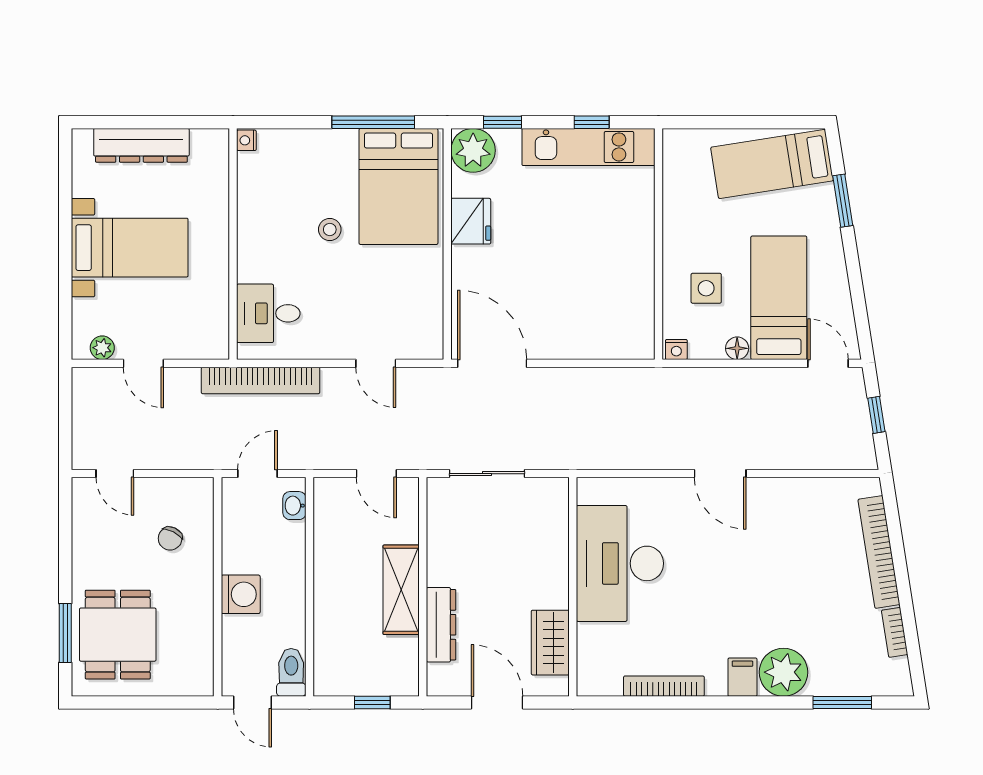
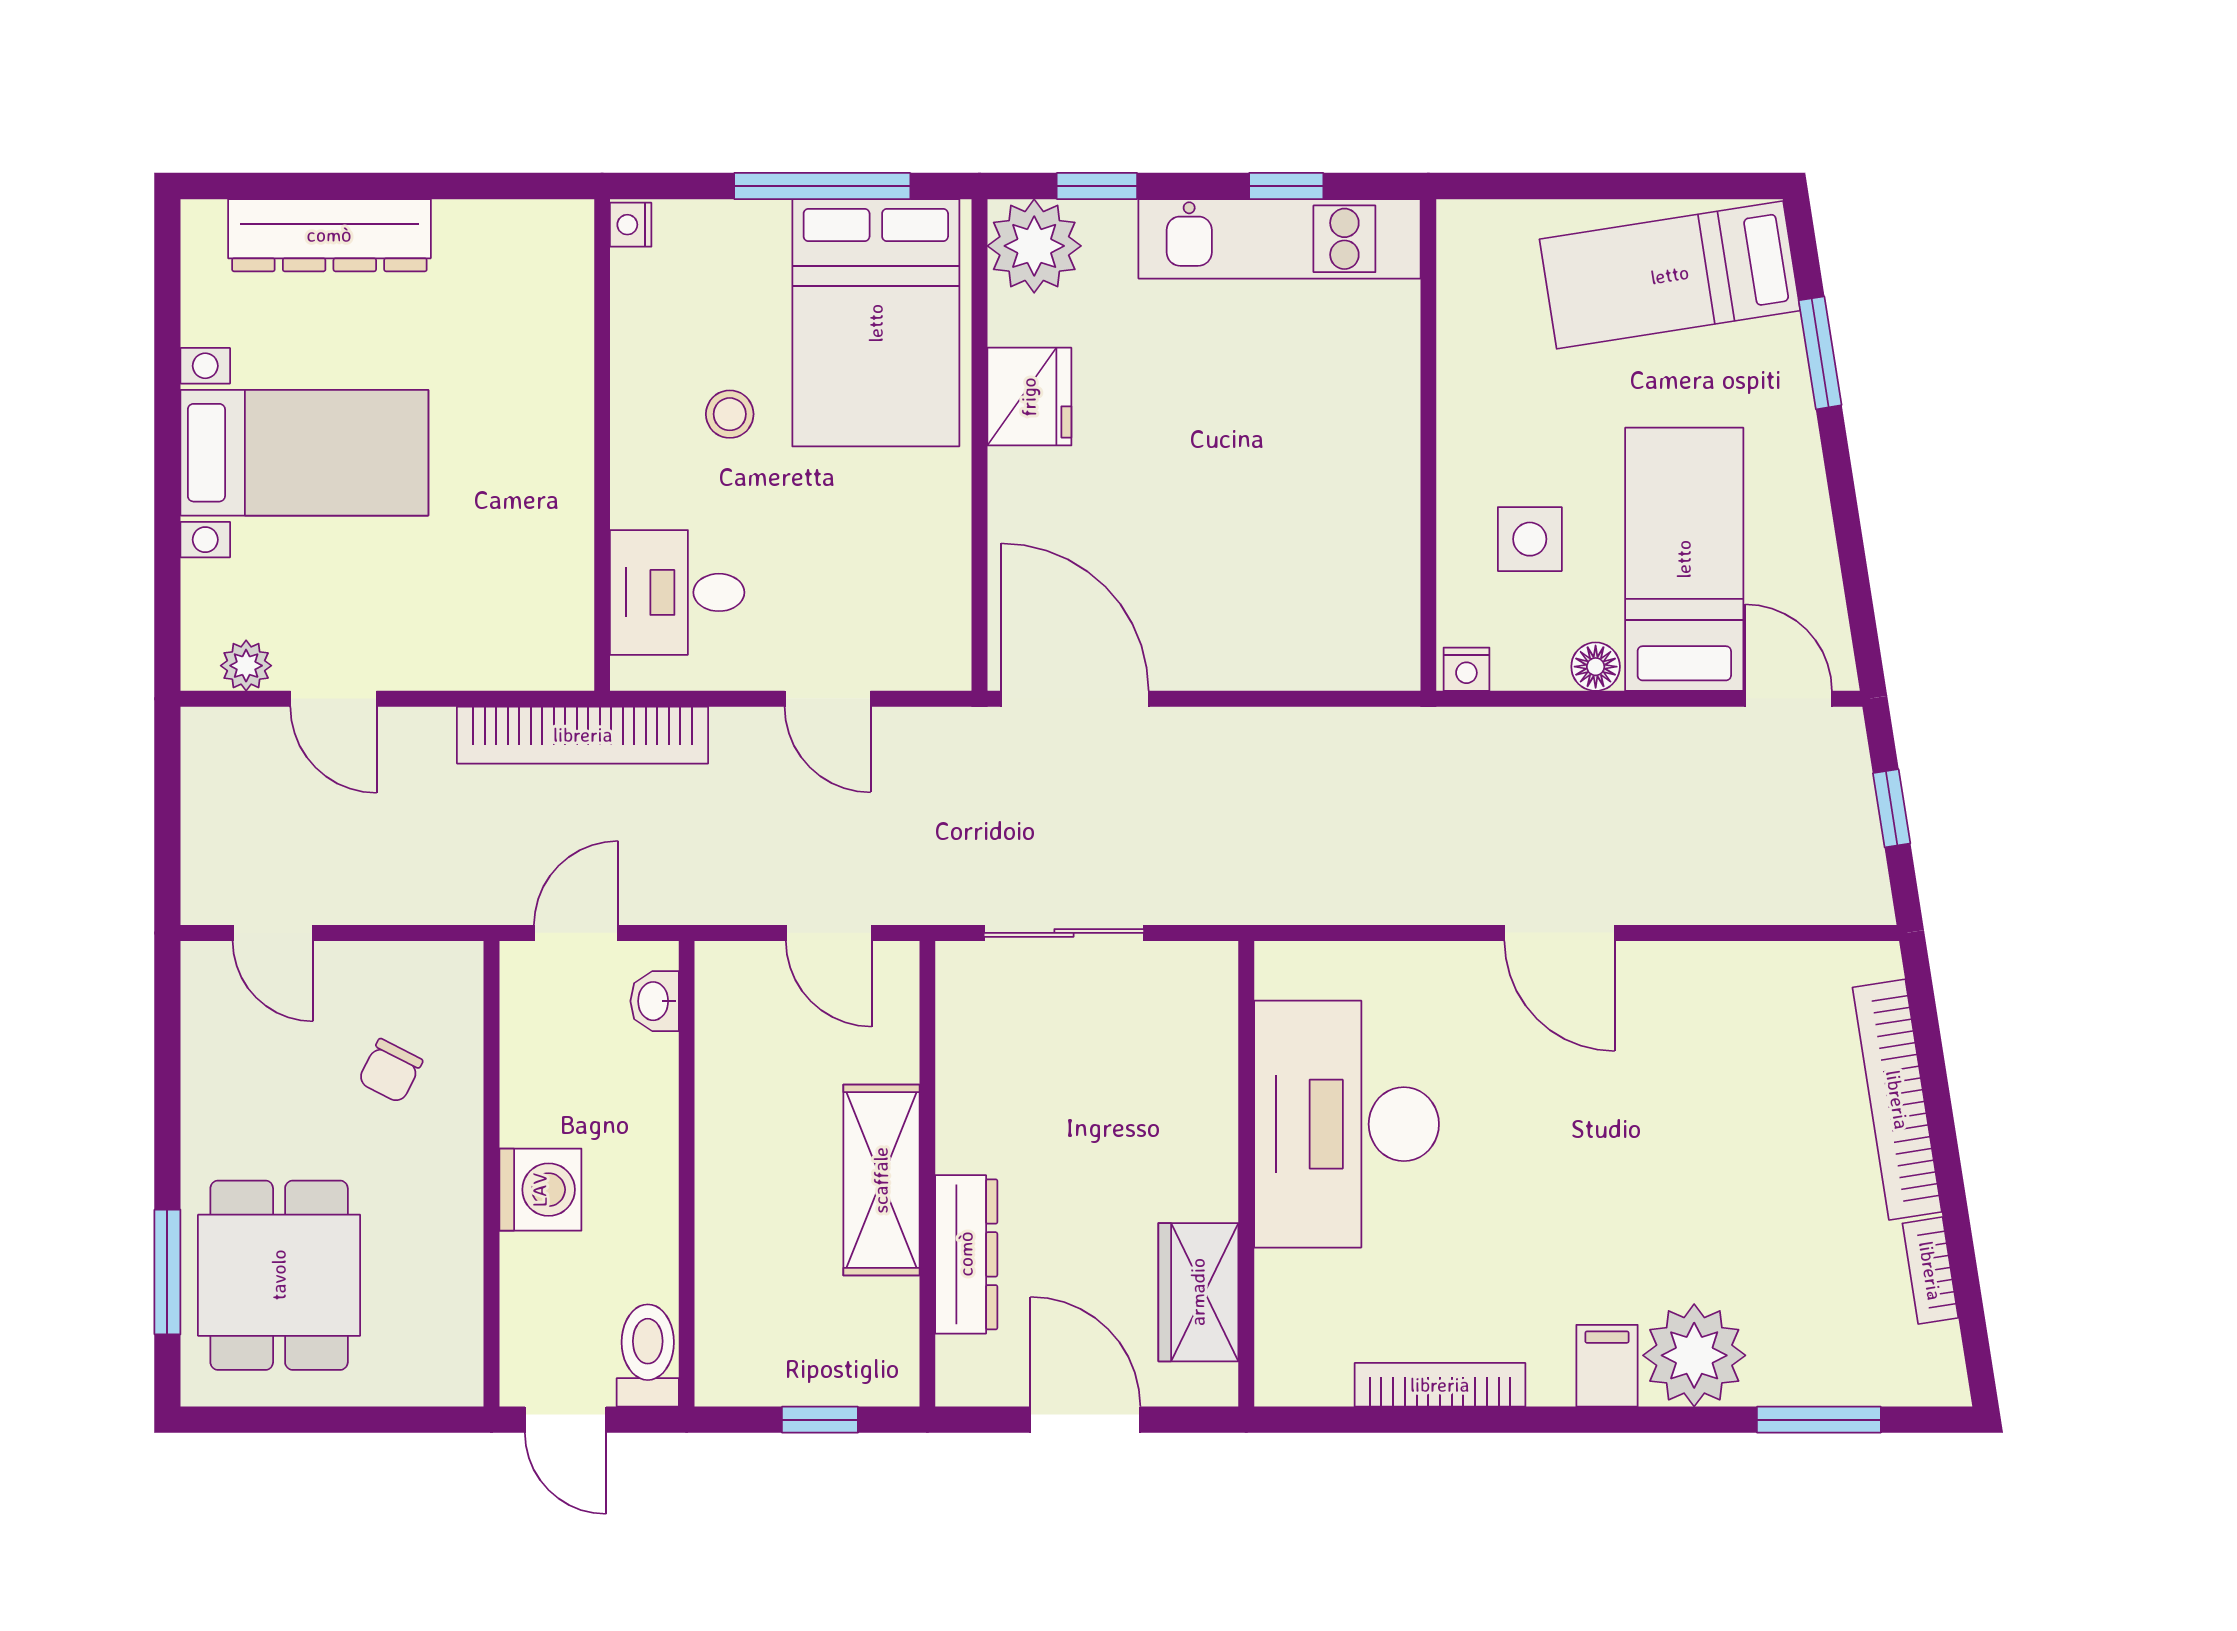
nightstand: (246, 140) -> (631, 225), moved
wall: (233, 244) -> (602, 445), moved
desk: (268, 313) -> (677, 592), moved

